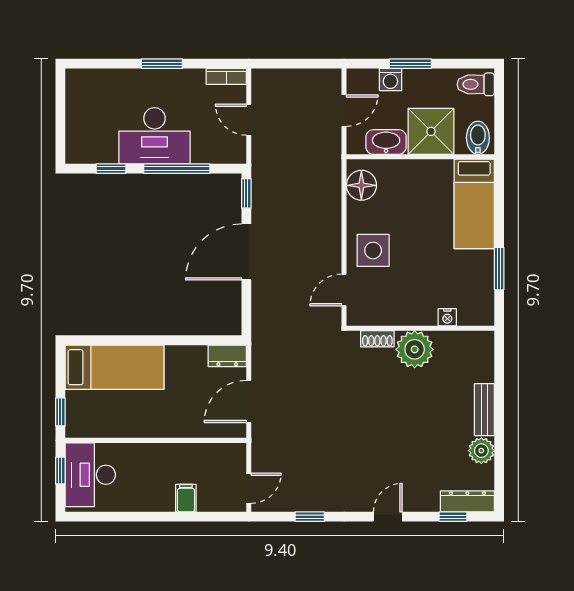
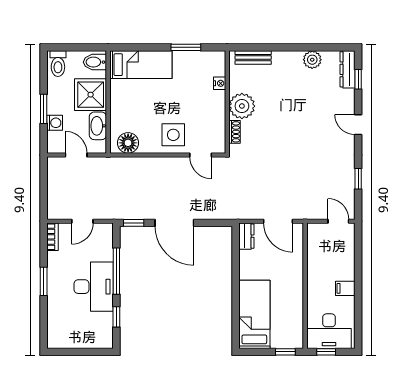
bench: (484, 410) -> (253, 58), moved
filing cabinet: (186, 498) -> (345, 288), moved

